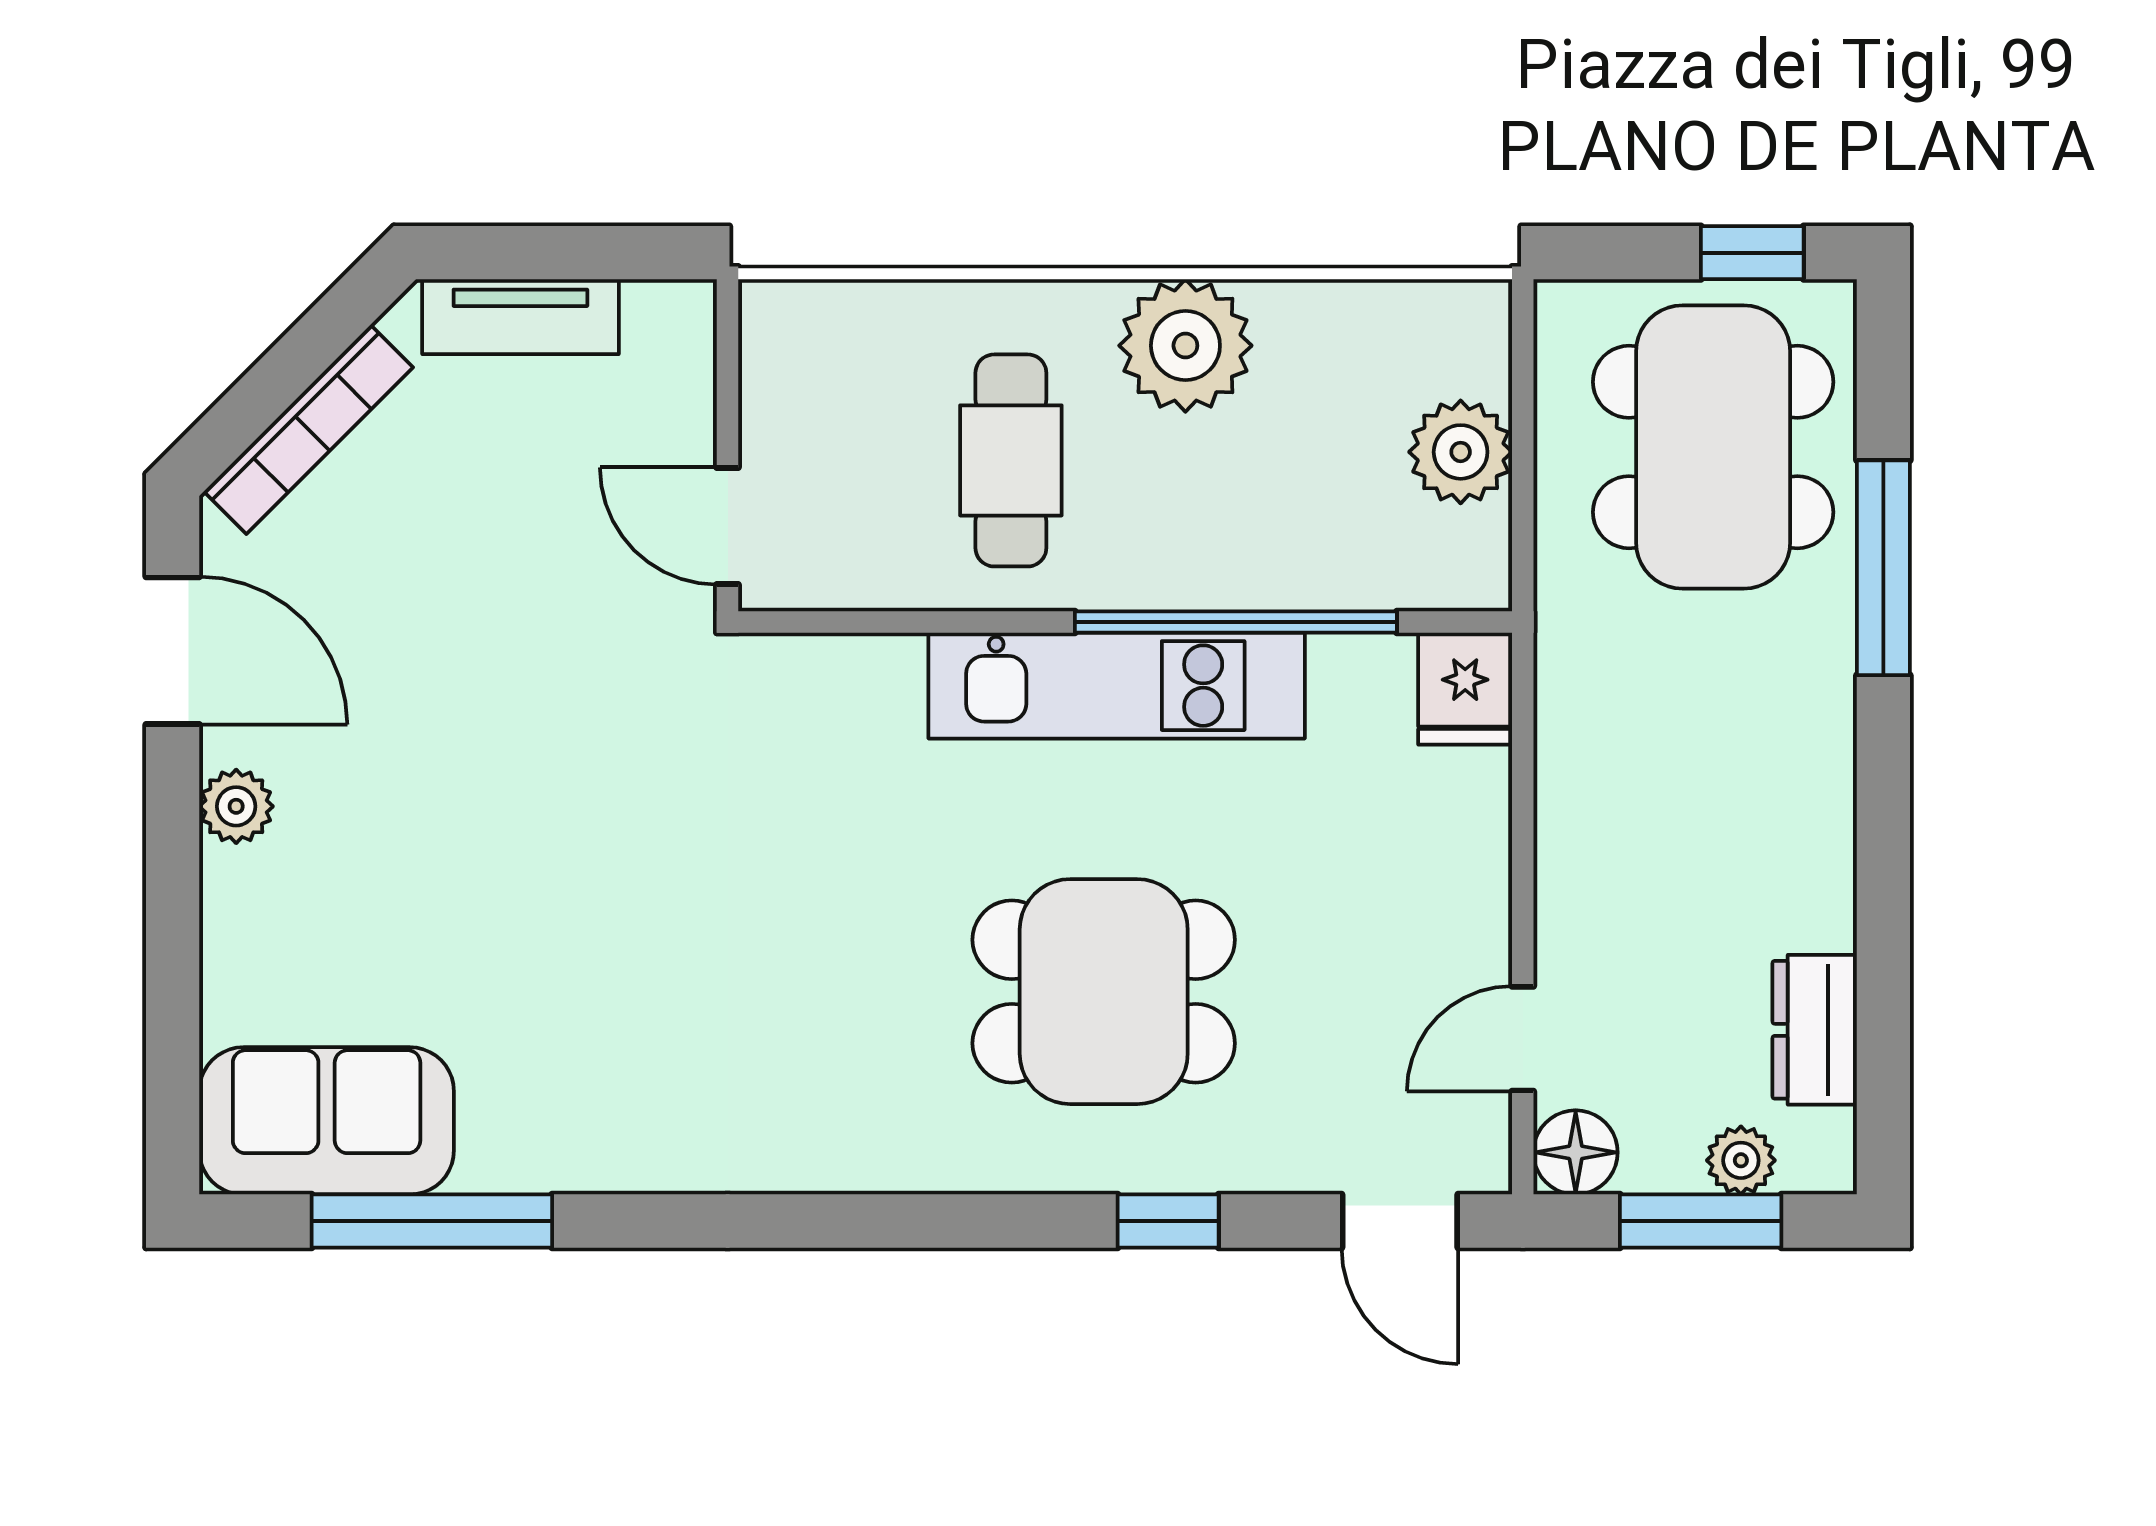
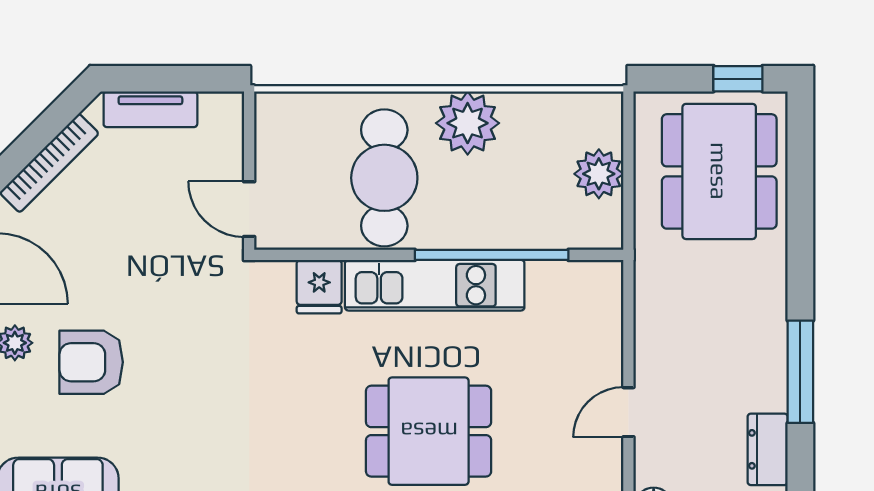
cafe table: (1011, 460) -> (384, 178), width x1.37, depth x1.35
window: (1883, 568) -> (800, 372), moved
fridge: (1465, 689) -> (319, 287), moved
armchair: (396, 847) -> (91, 362), added
door: (1523, 1039) -> (628, 412), moved

